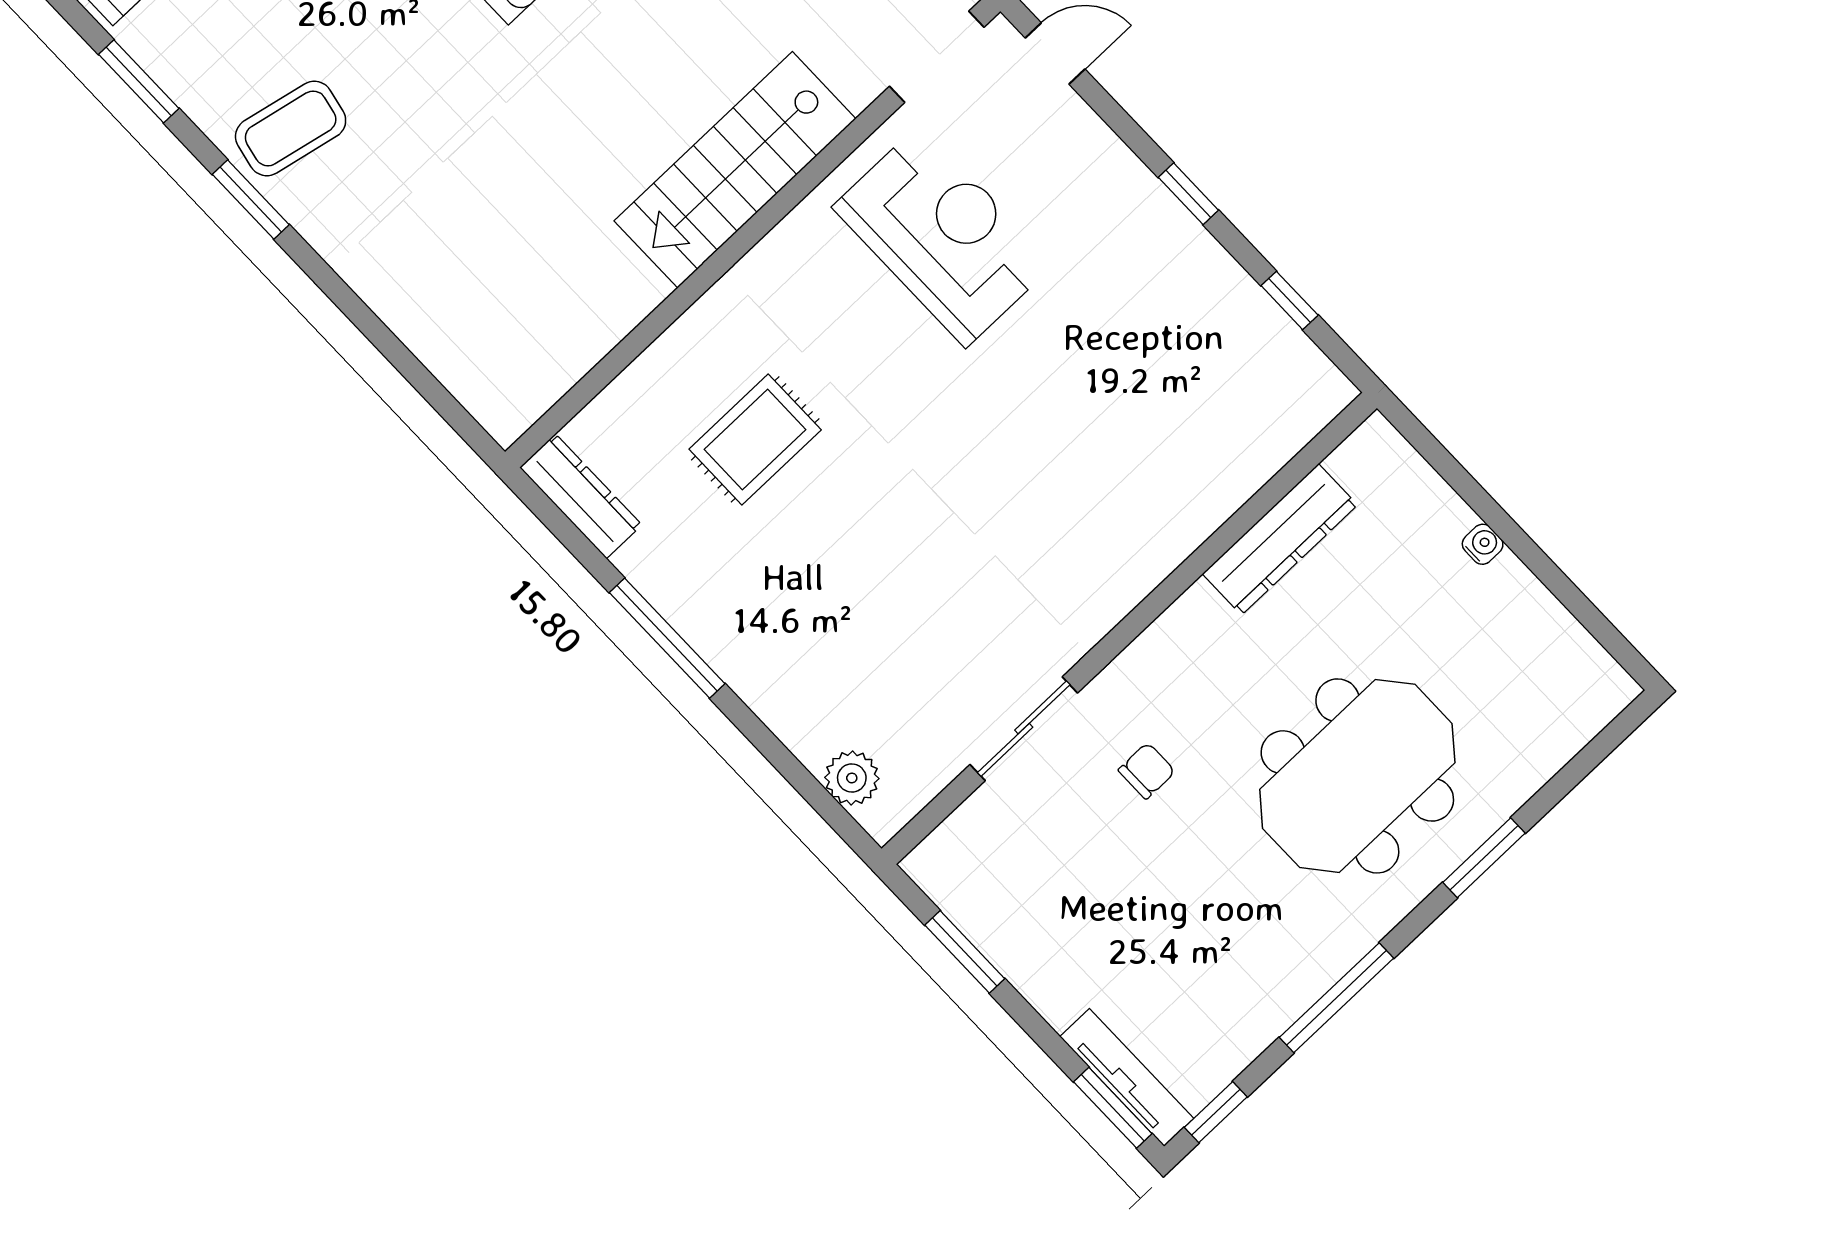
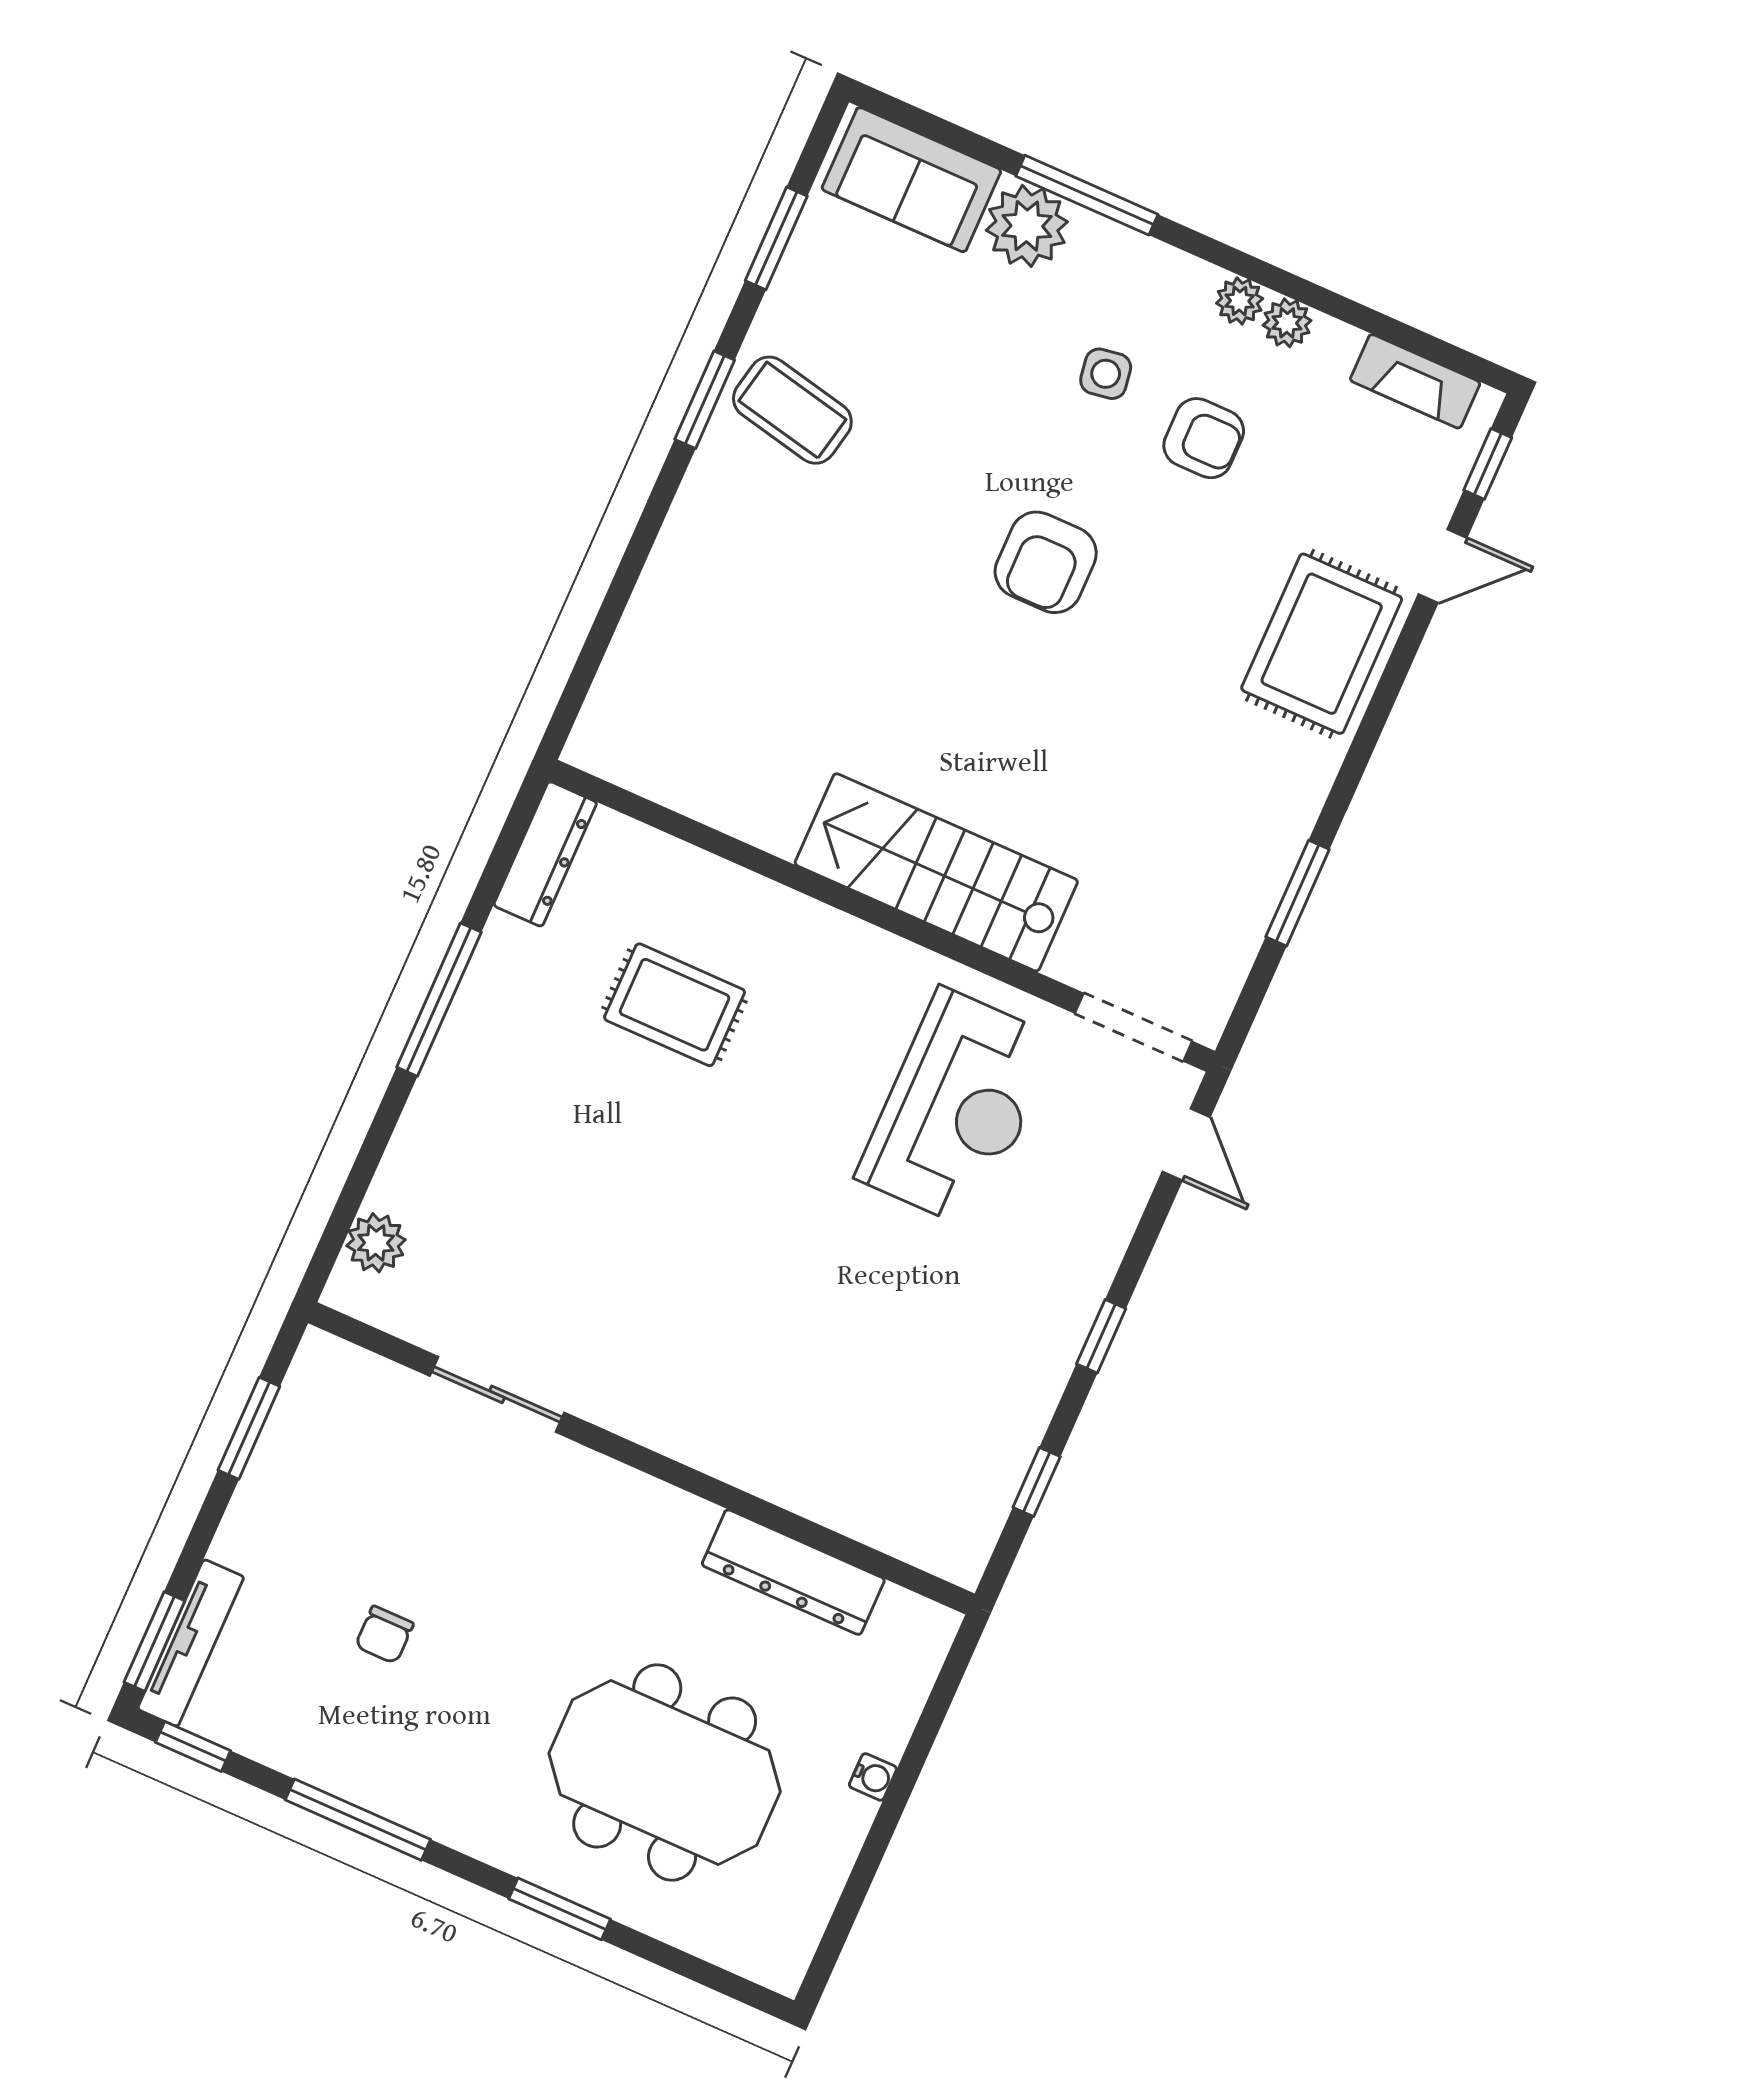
chair: (1147, 771) -> (384, 1635), moved, turned 90
meeting table: (1357, 776) -> (665, 1772), moved

